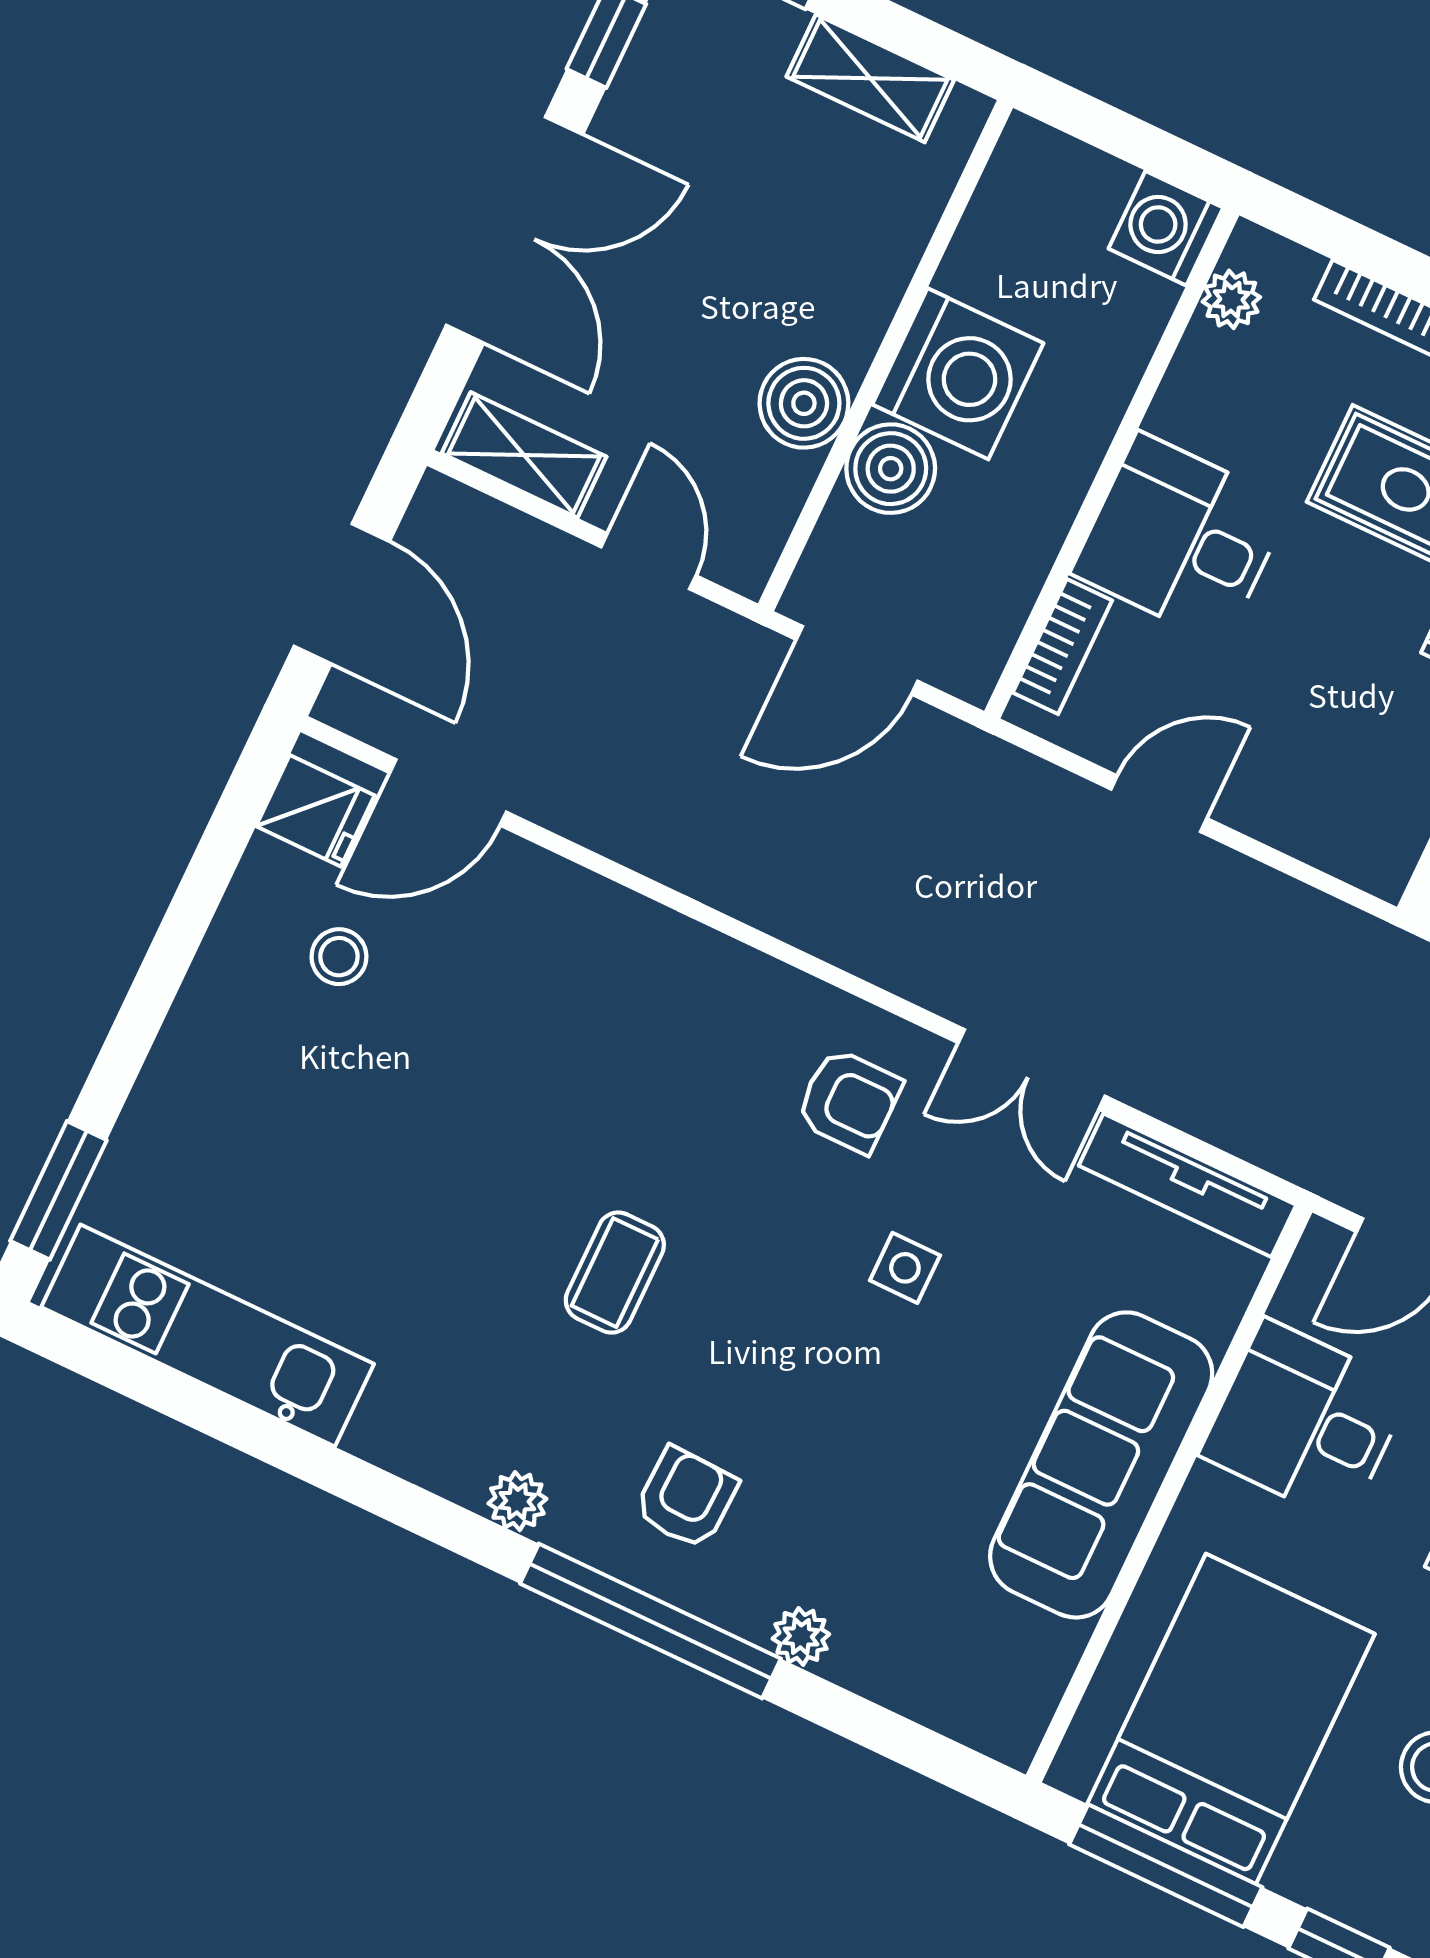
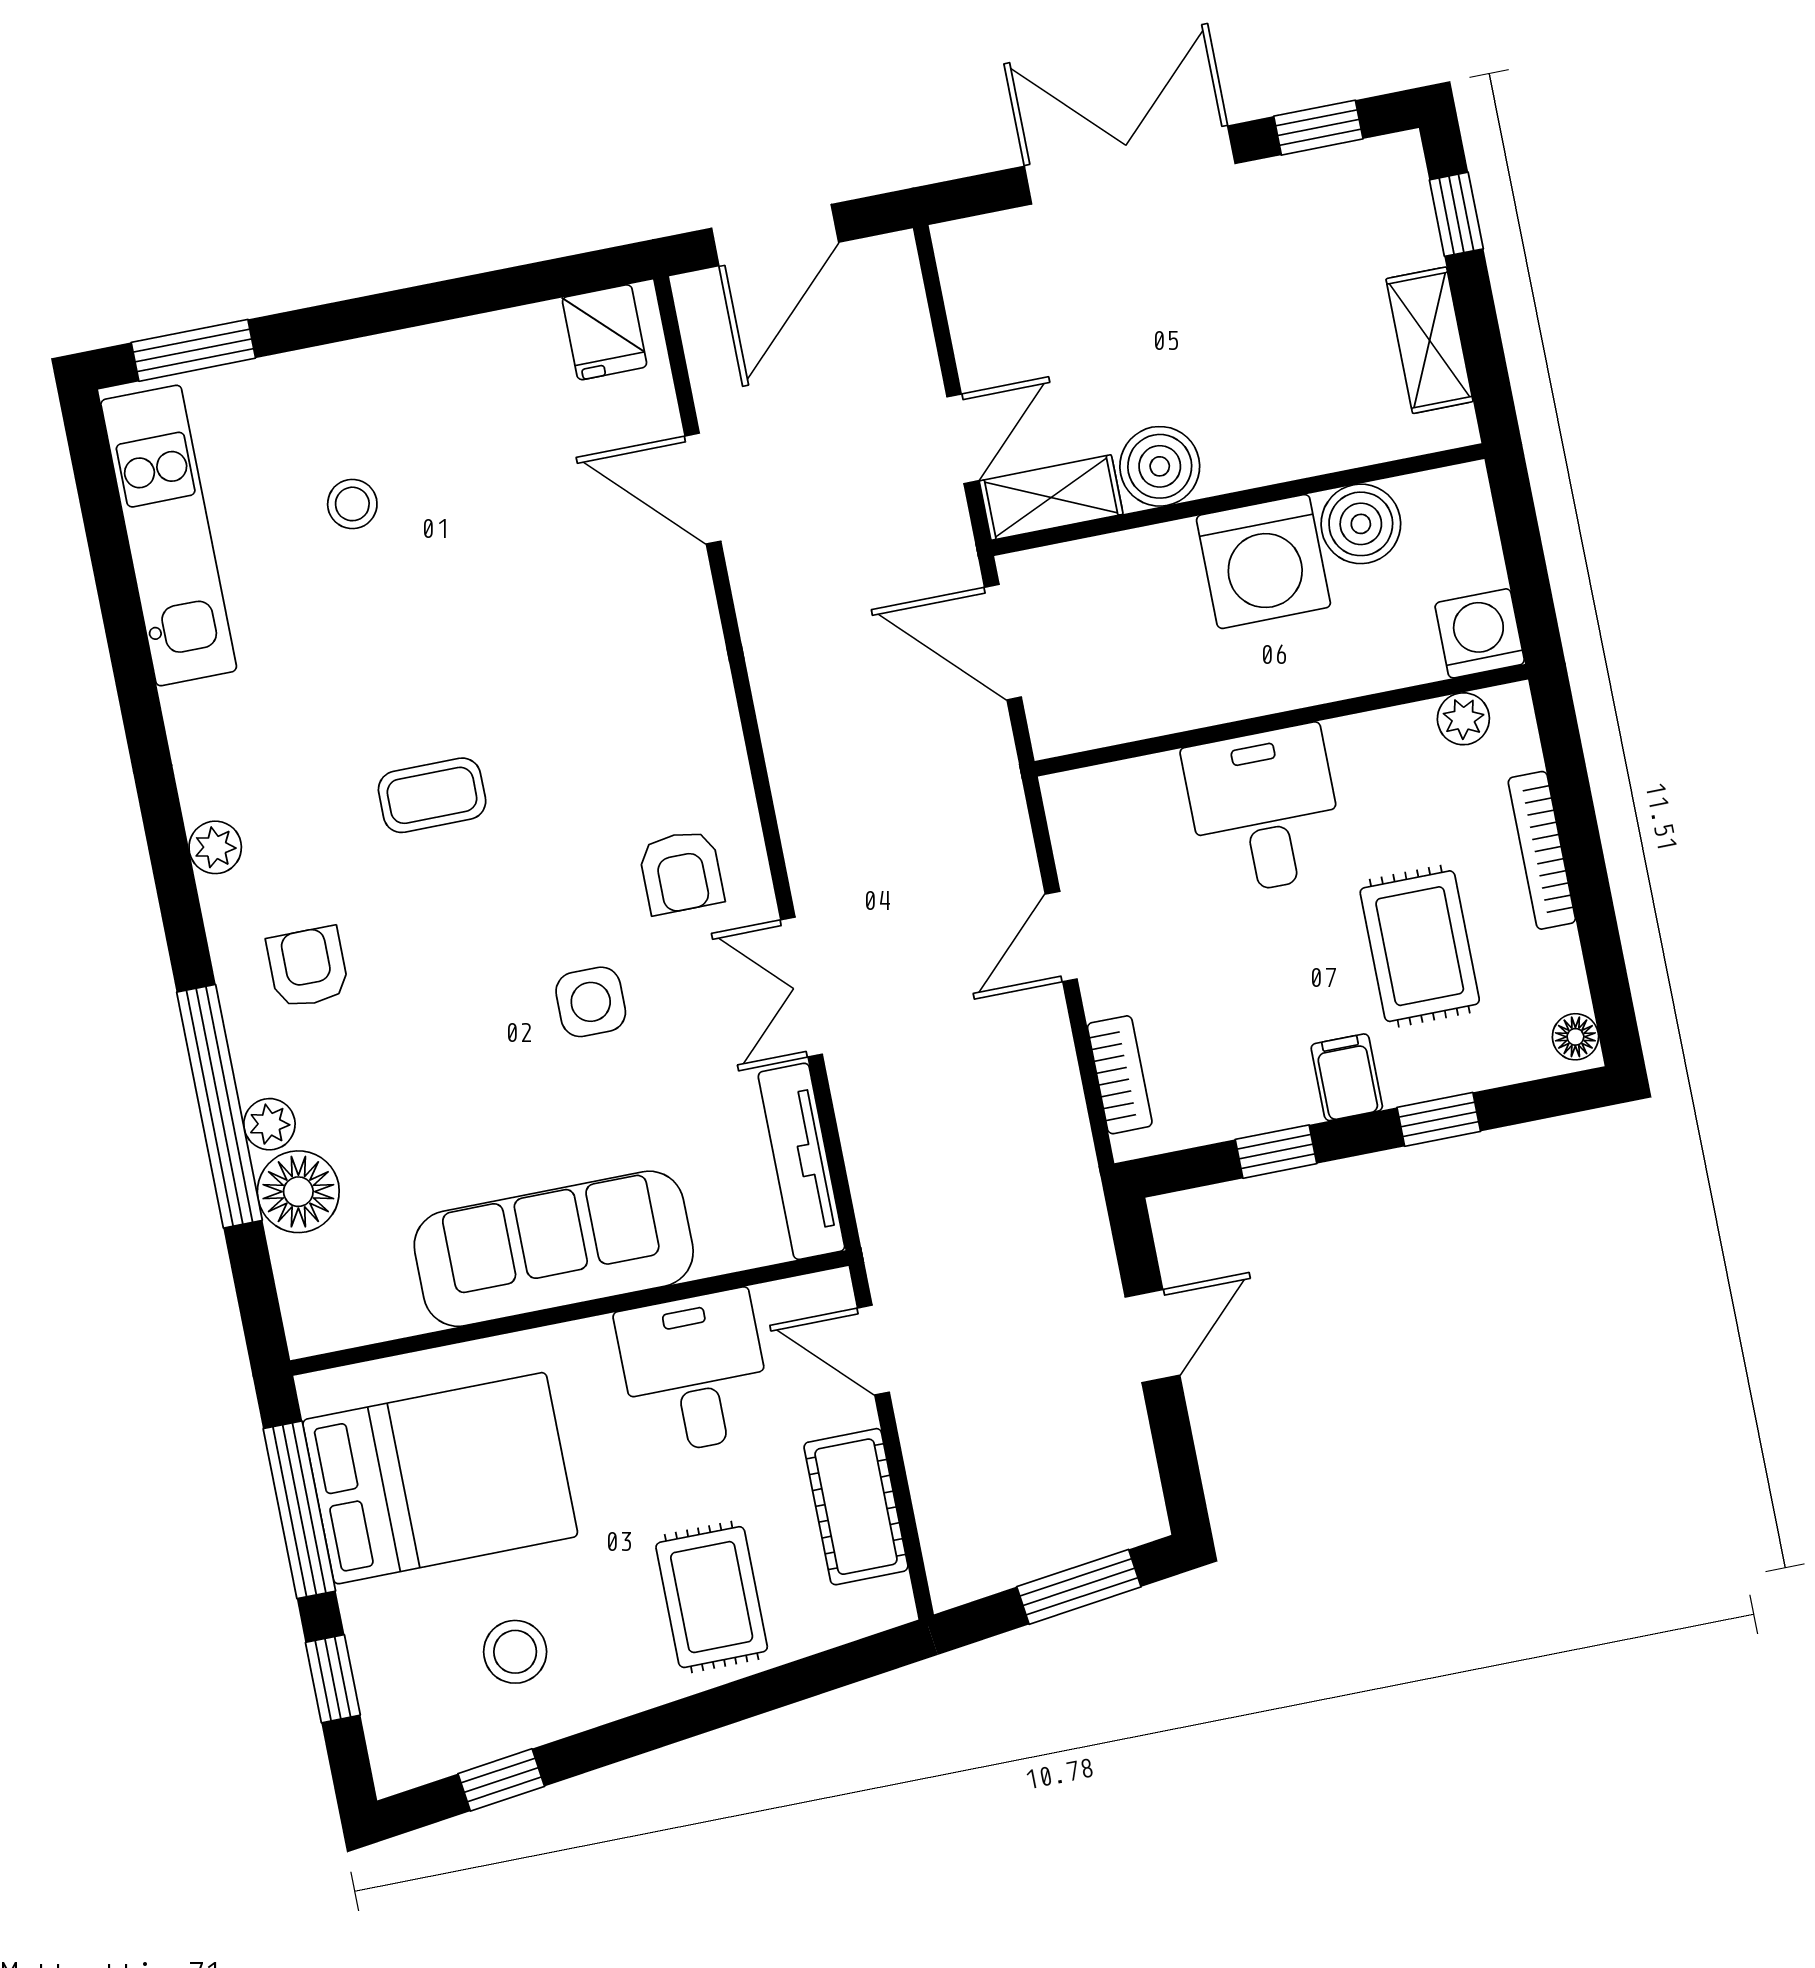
double door: (514, 230) -> (1130, 165), swing flipped
shelving: (524, 455) -> (1051, 498), moved, turned 90
boiler: (891, 469) -> (1361, 524), moved
bookcase: (1062, 646) -> (1120, 1075), moved, turned -90
door: (448, 792) -> (703, 489), moved
door: (1159, 804) -> (1061, 936), swing flipped
stool: (339, 957) -> (352, 504), moved
side table: (905, 1268) -> (591, 1002), width x1.37, depth x1.37
armchair: (686, 1498) -> (308, 967), turned -92
window: (650, 1621) -> (220, 1106), moved
floor lamp: (881, 1655) -> (298, 1192), added

